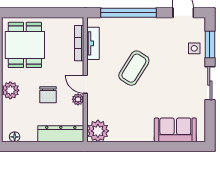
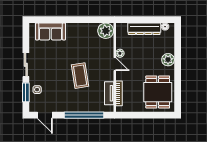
coffee table: (134, 68) -> (80, 76), turned -41
chair: (48, 95) -> (141, 57), removed
dresser: (61, 134) -> (144, 29), moved

